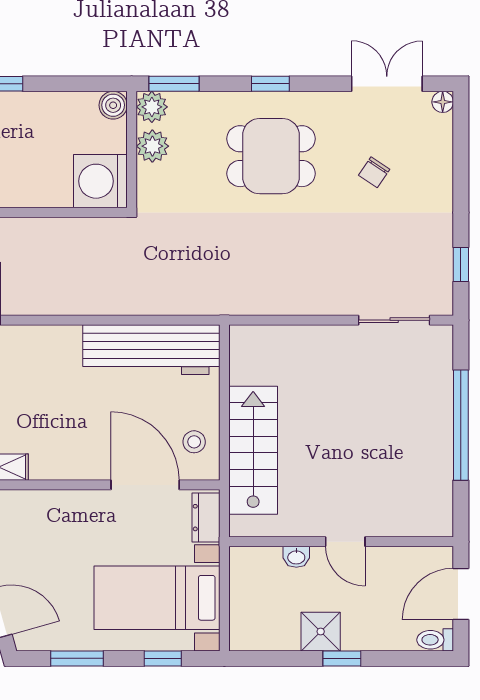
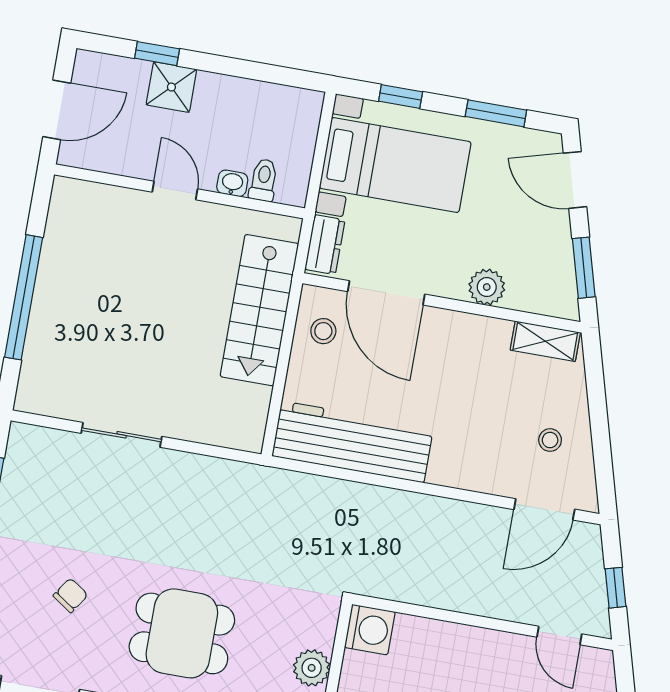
washing machine: (100, 181) -> (370, 630), width x0.73, depth x0.73
sliding door: (394, 320) -> (122, 435), moved
plant: (58, 505) -> (487, 287), added
shower: (321, 632) -> (171, 87), moved
toilet: (435, 640) -> (263, 180), moved, turned -90
window: (342, 658) -> (157, 54), moved

